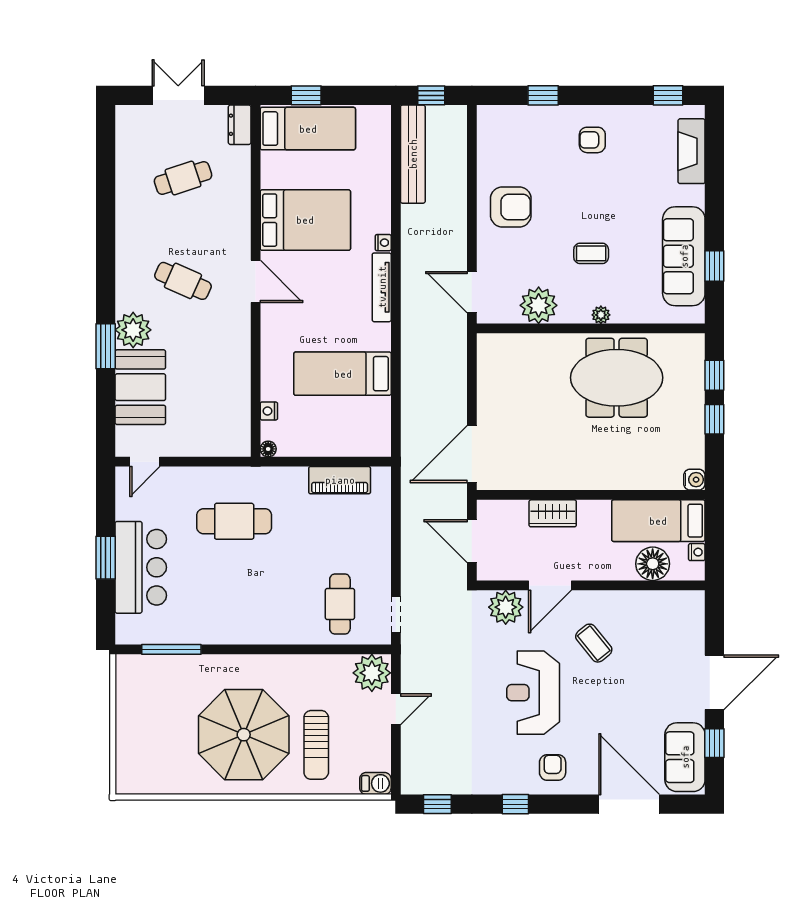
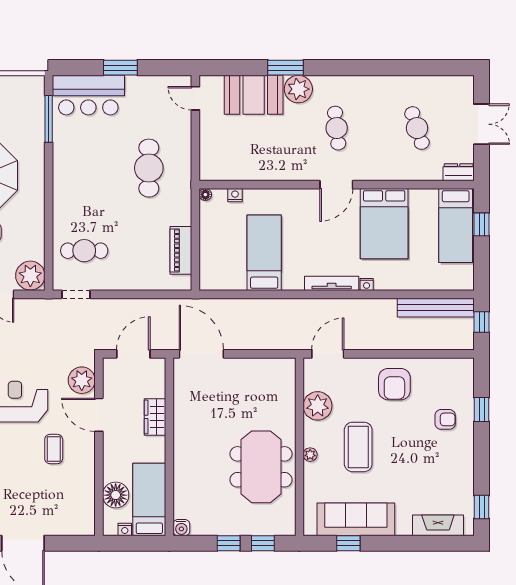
armchair: (592, 140) -> (445, 419), moved, turned 90
coffee table: (591, 253) -> (358, 447), width x1.86, depth x1.72
cafe table: (183, 281) -> (337, 128), turned -30
bar counter: (141, 567) -> (88, 95), moved
coffee table: (594, 643) -> (54, 449), turned -51

